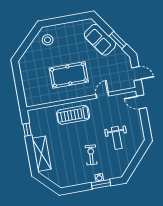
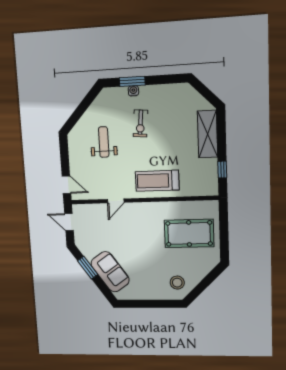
pool table: (69, 75) -> (189, 233), moved
treadmill: (73, 115) -> (157, 181), turned 180

